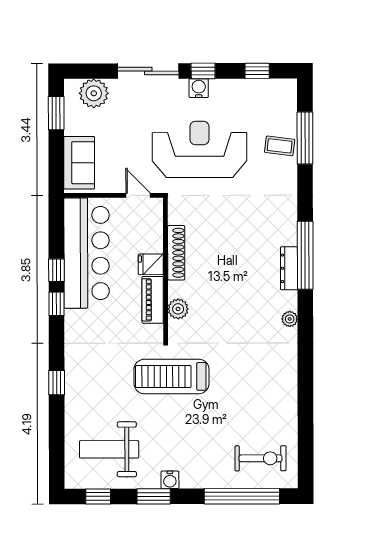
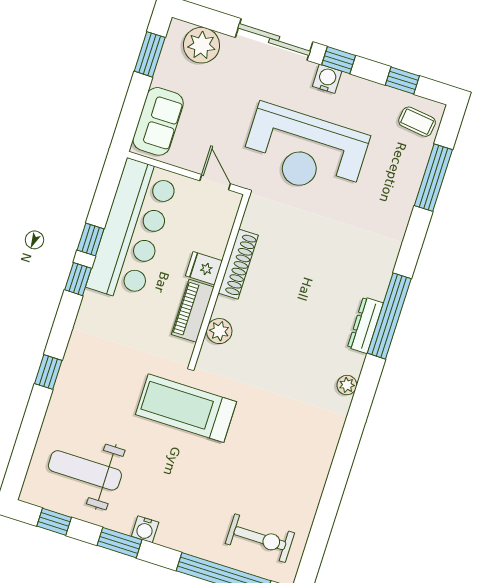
coffee table: (280, 146) -> (417, 122), moved
reception desk: (199, 149) -> (305, 151), turned 180

